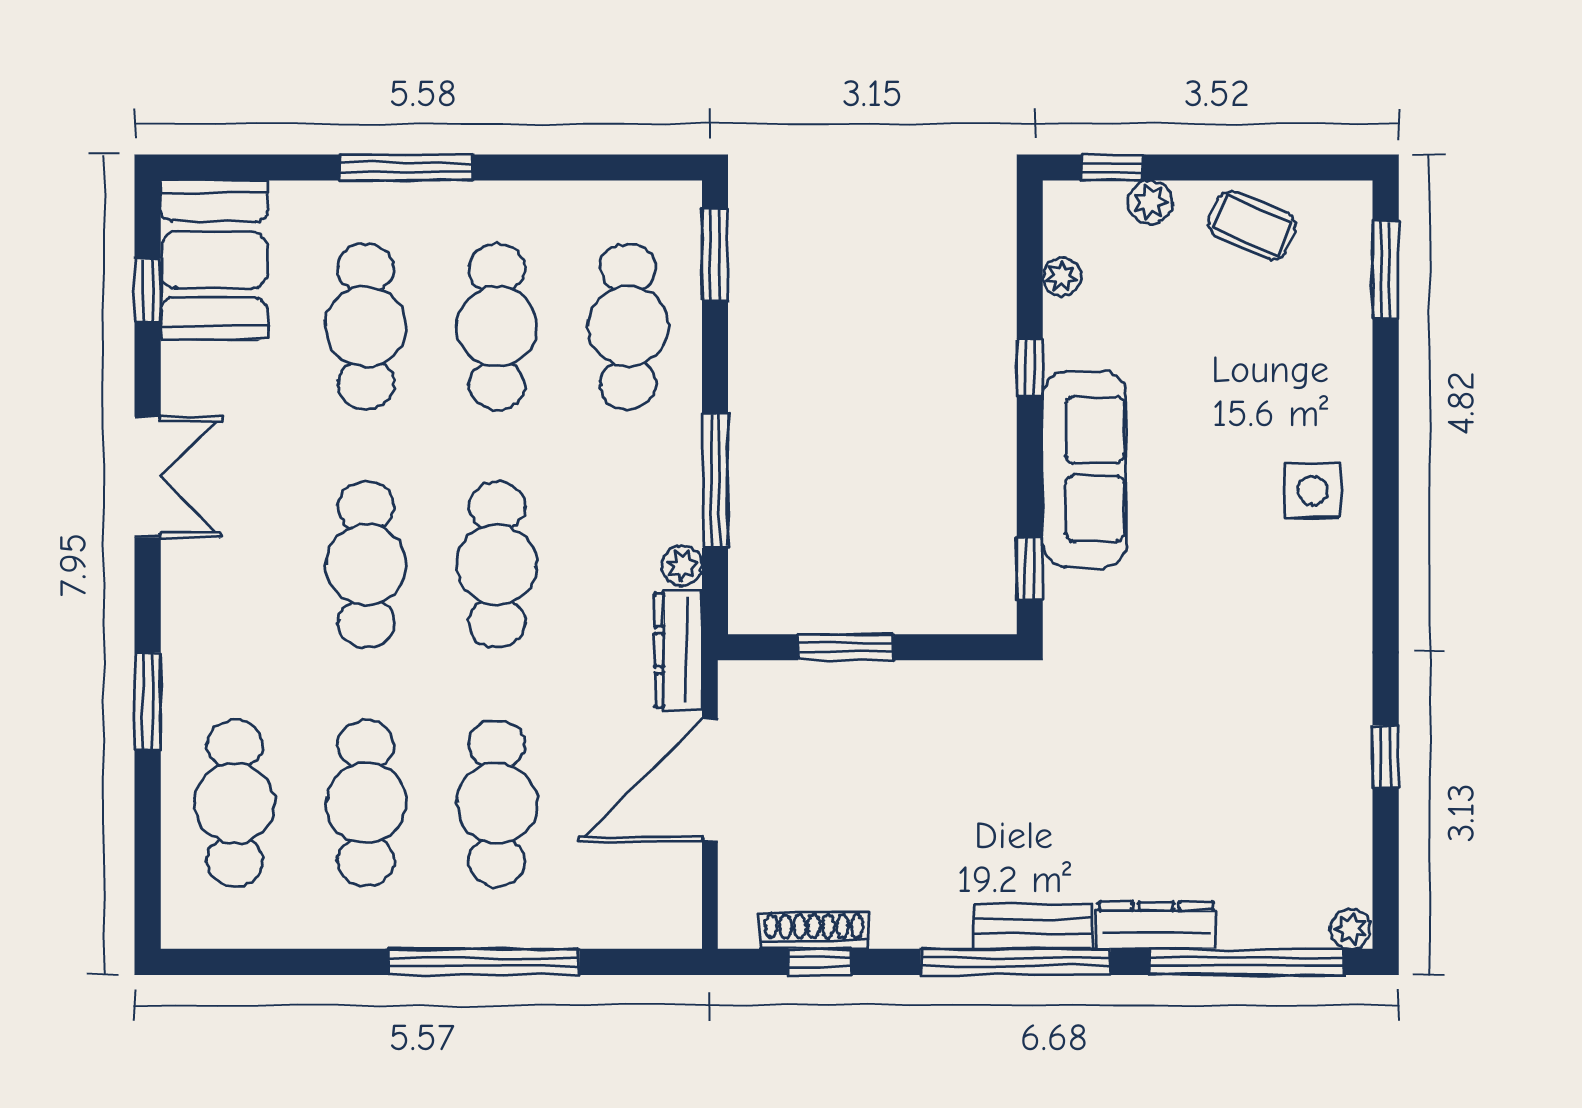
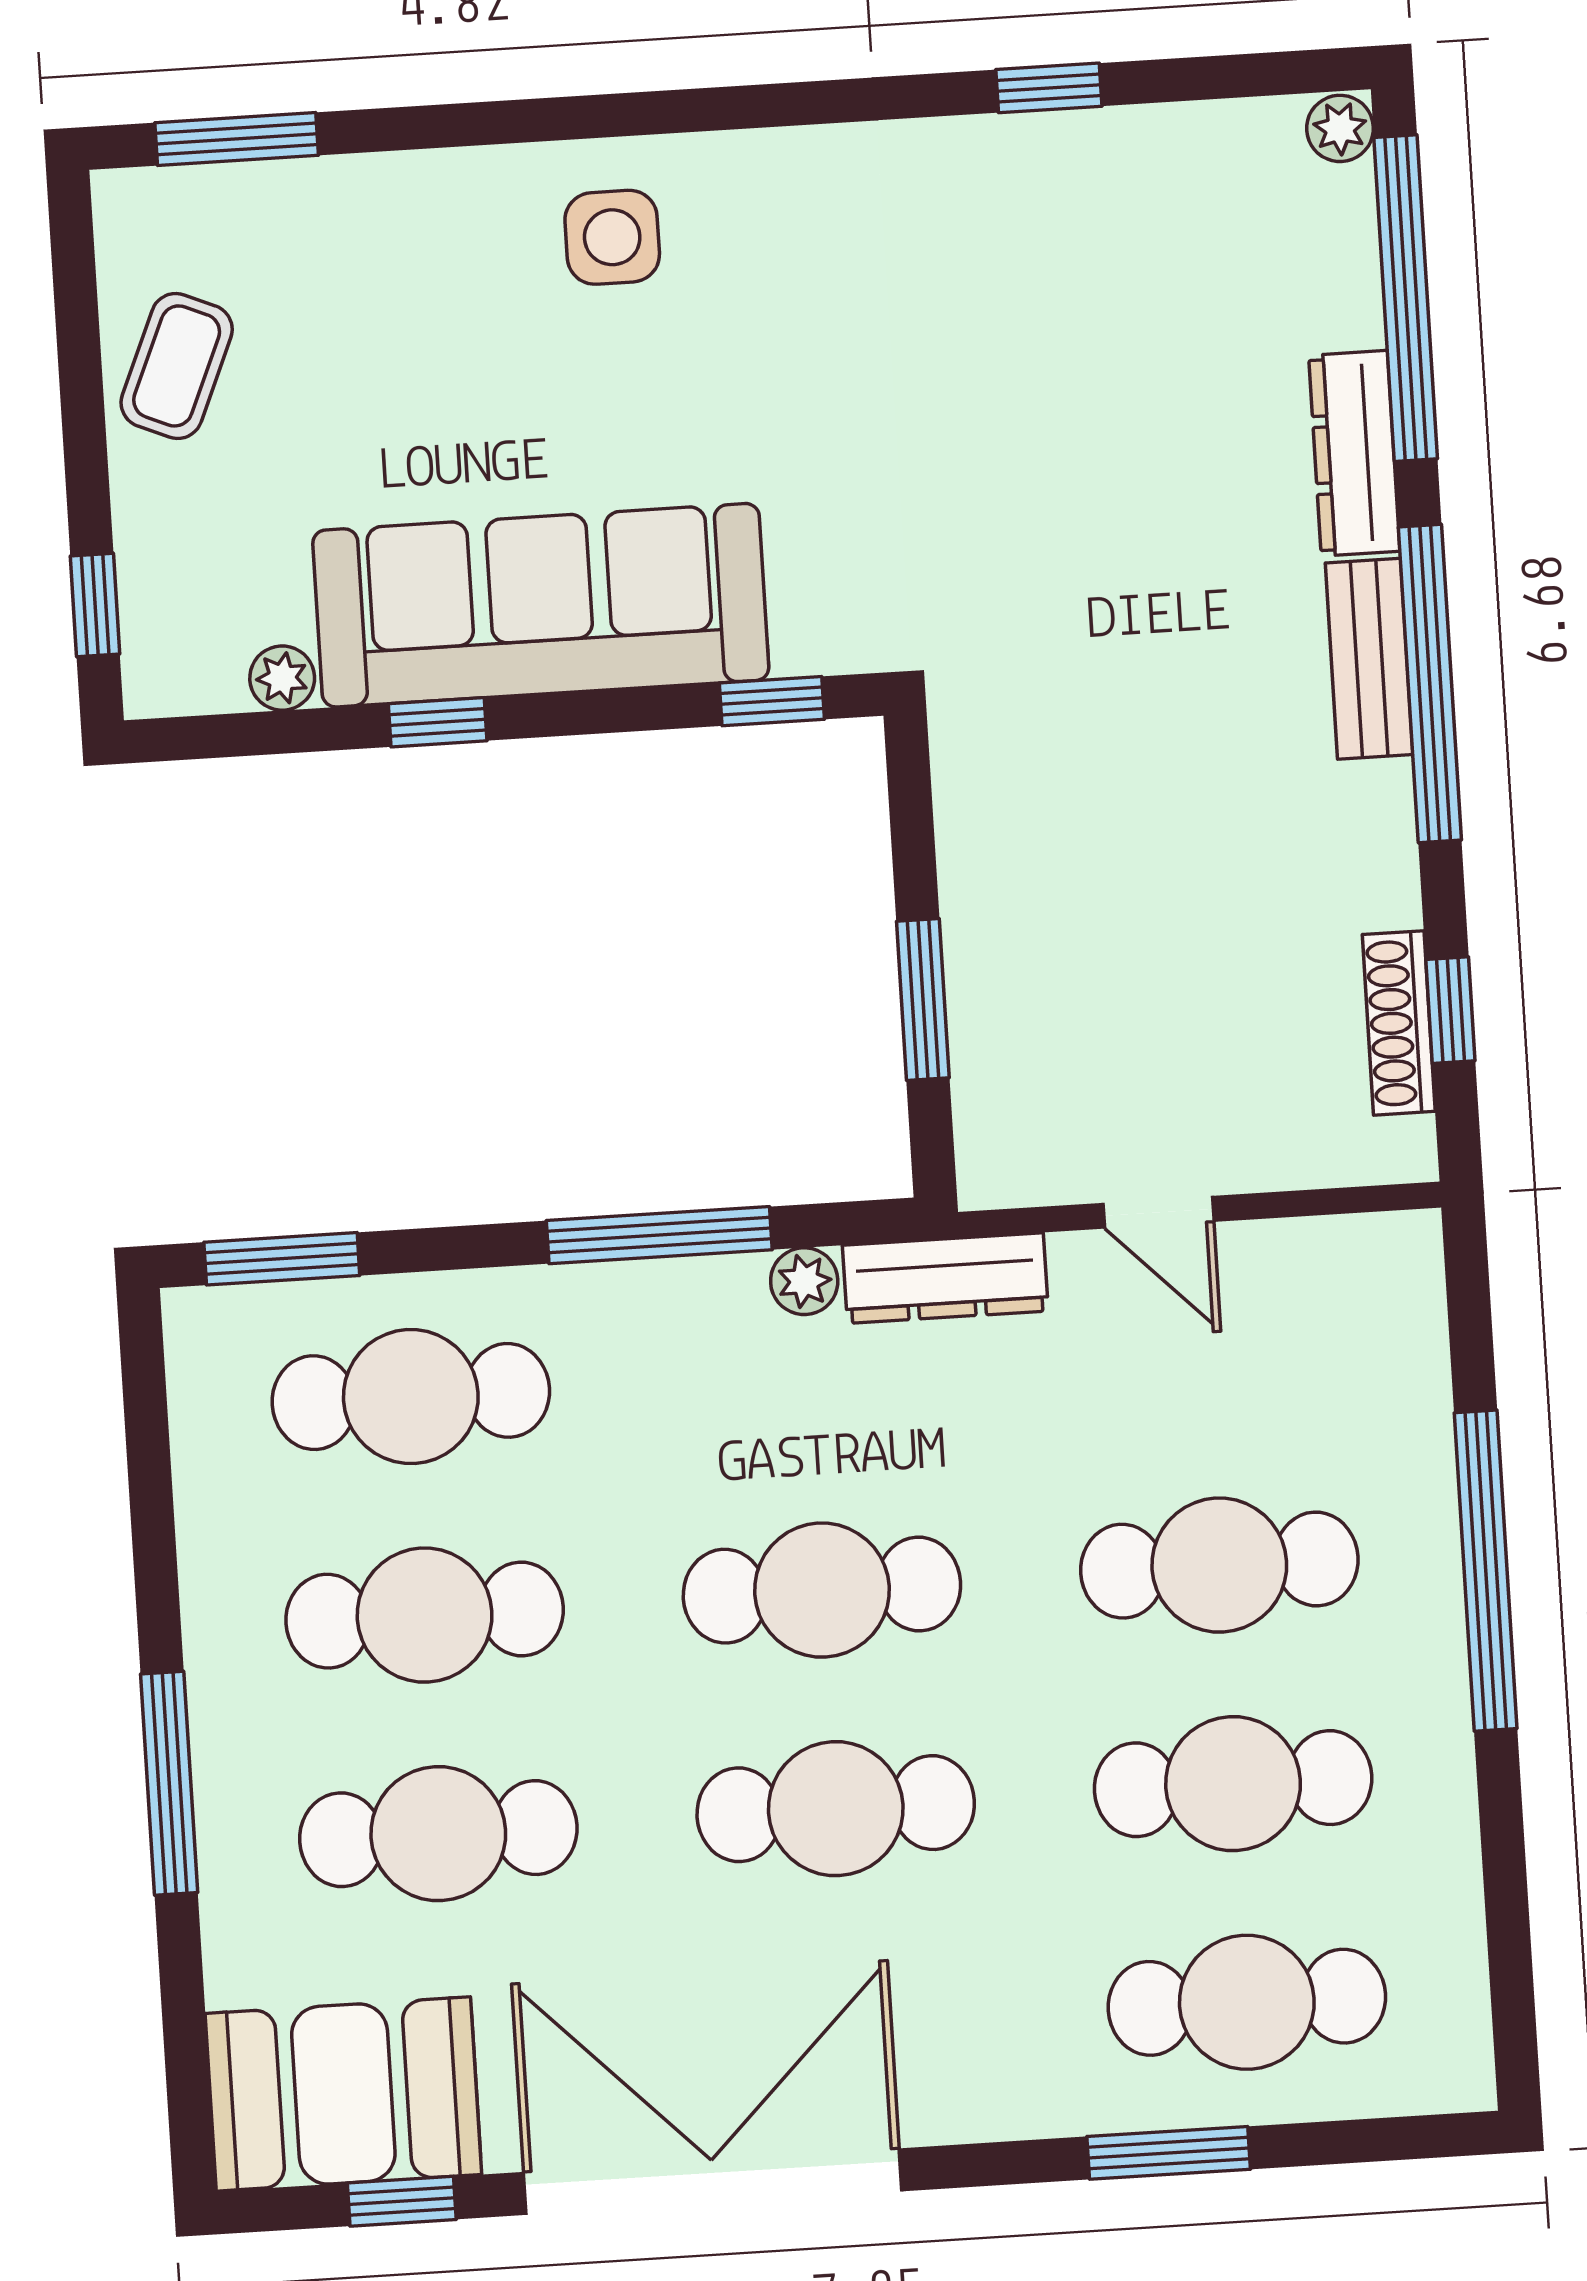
plant: (1150, 202) -> (149, 539), removed
sofa: (1084, 469) -> (541, 605), width x1.36, depth x1.27
double door: (148, 477) -> (713, 2182), width x1.87
window: (148, 701) -> (1169, 2153), moved
door: (710, 780) -> (1158, 1212), width x0.53

